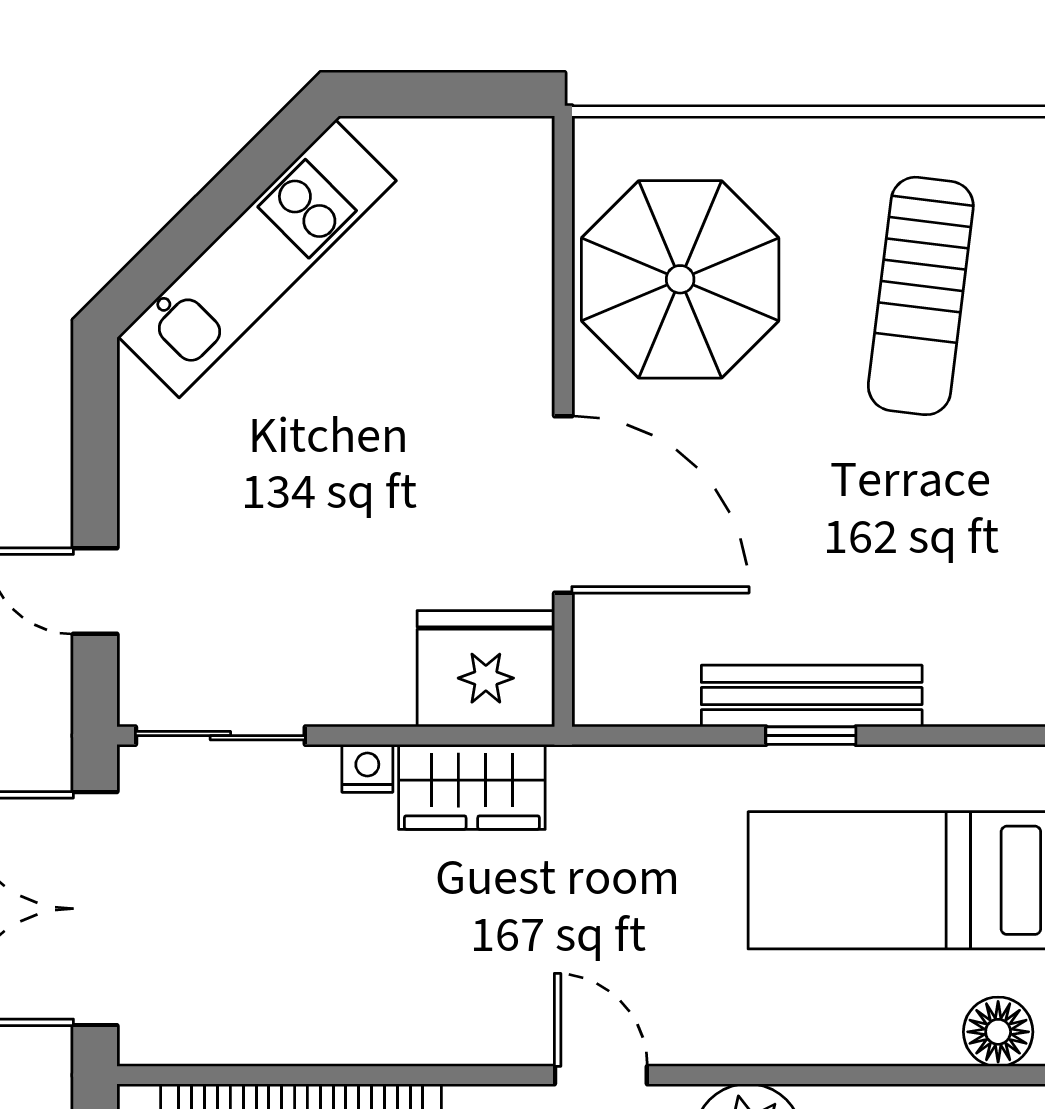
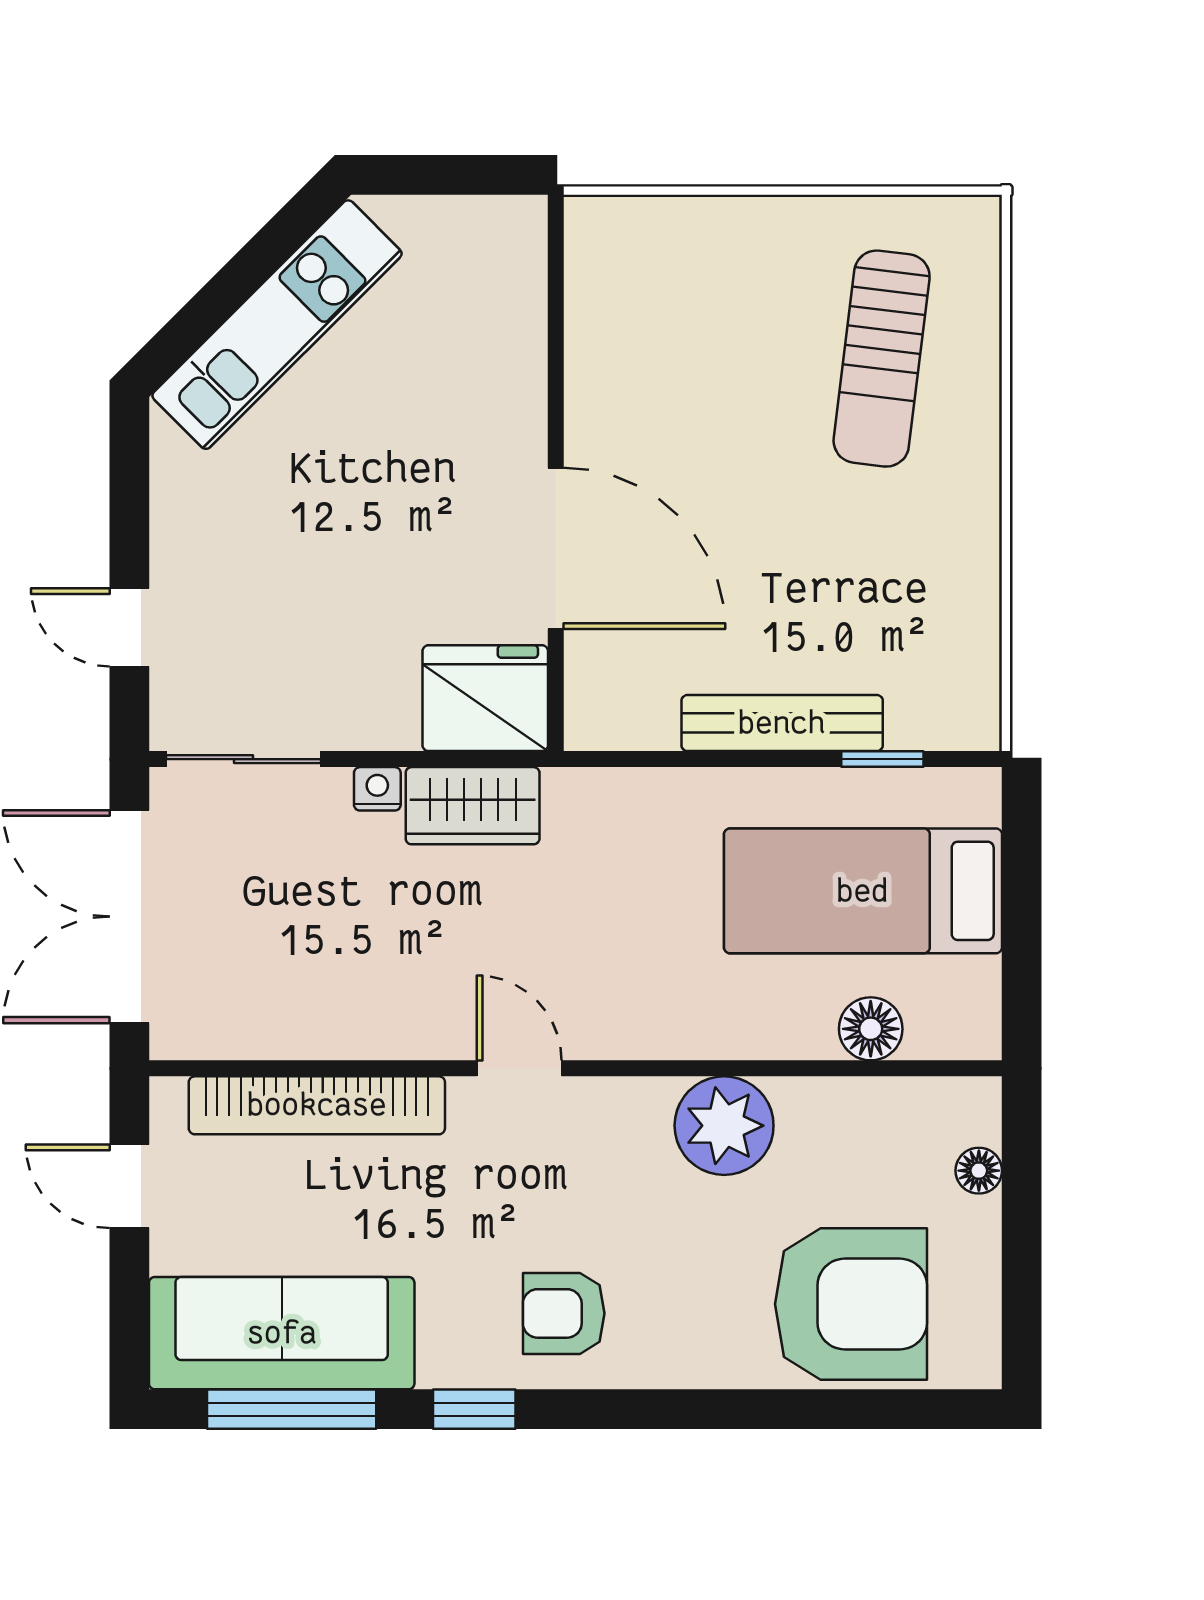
parasol: (680, 279) -> (662, 343), removed
window: (811, 736) -> (882, 759), moved
floor lamp: (998, 1032) -> (871, 1029), moved
door: (601, 1075) -> (519, 1068), moved

